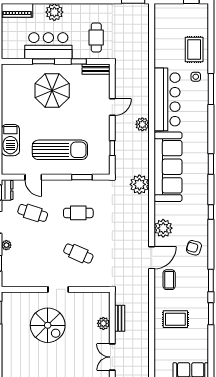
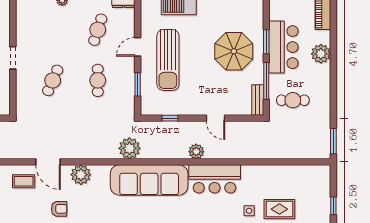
window: (79, 61) -> (266, 81), width x2.17
bar counter: (167, 99) -> (215, 179), width x0.73
door: (33, 177) -> (138, 47), moved
armchair: (194, 248) -> (59, 209), turned 74

